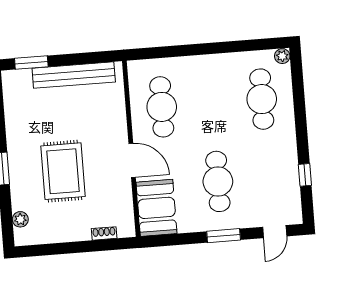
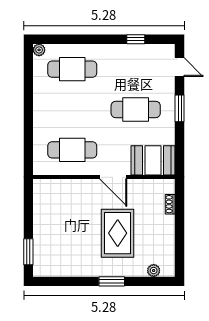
bench: (74, 75) -> (41, 219), removed
door: (132, 160) -> (113, 177), swing flipped
rug: (63, 171) -> (118, 233), turned 90

